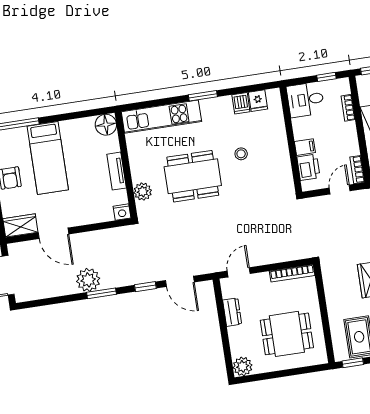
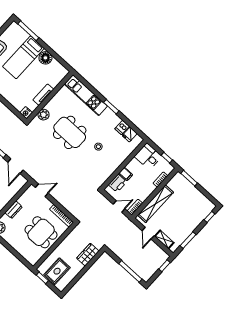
floor lamp: (106, 125) -> (45, 58), moved
dresser: (232, 312) -> (14, 210), moved
dining table: (287, 334) -> (41, 232), moved

